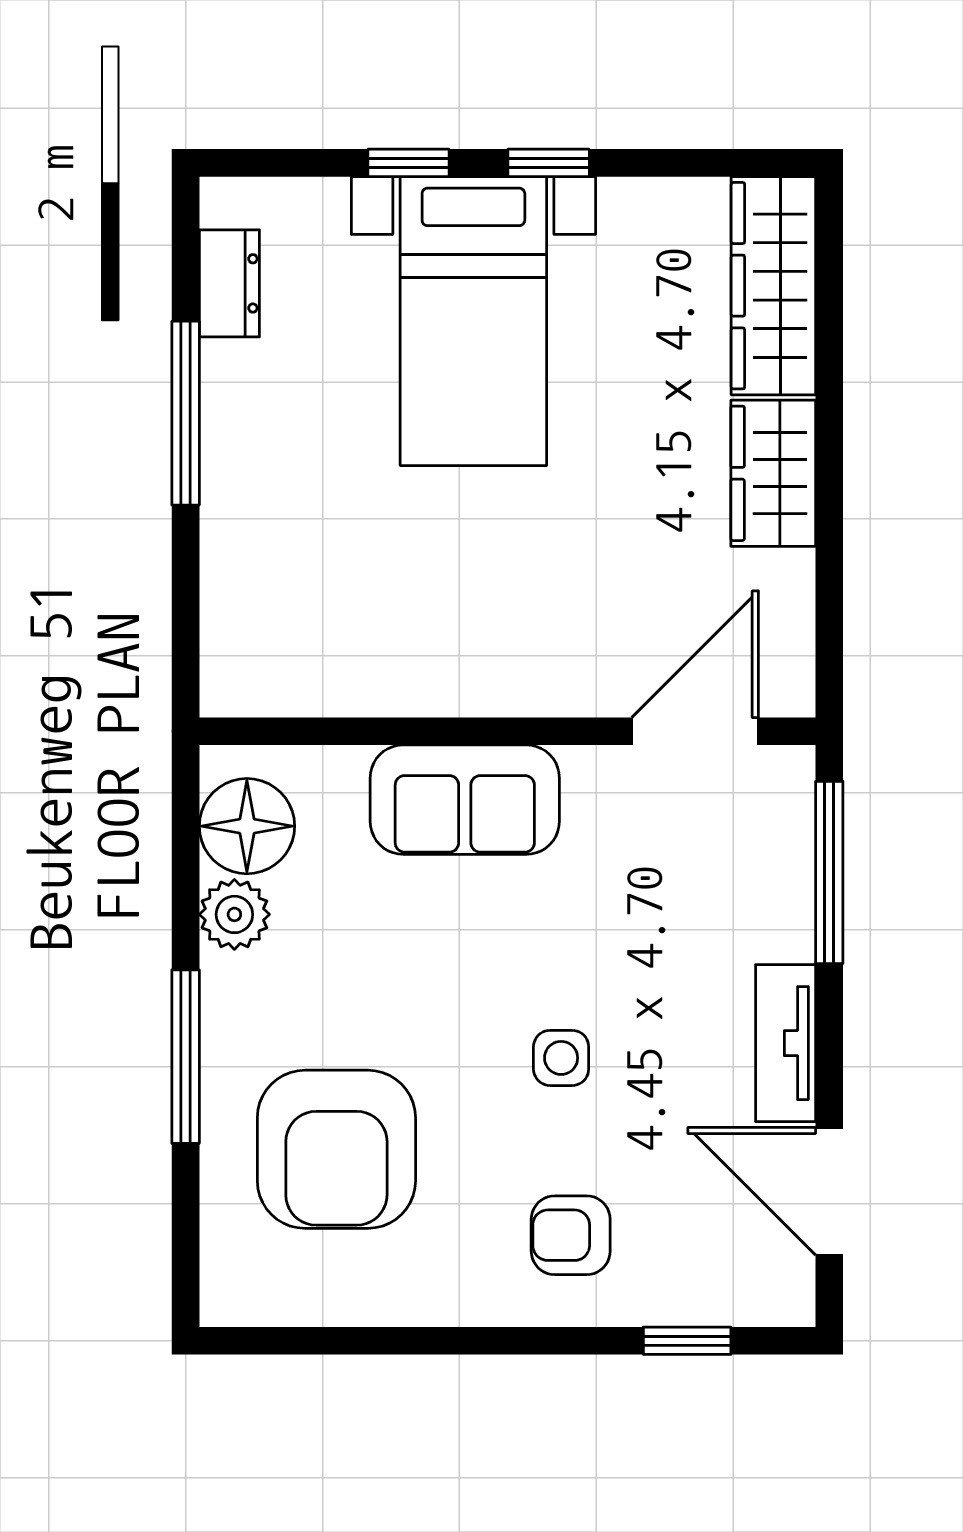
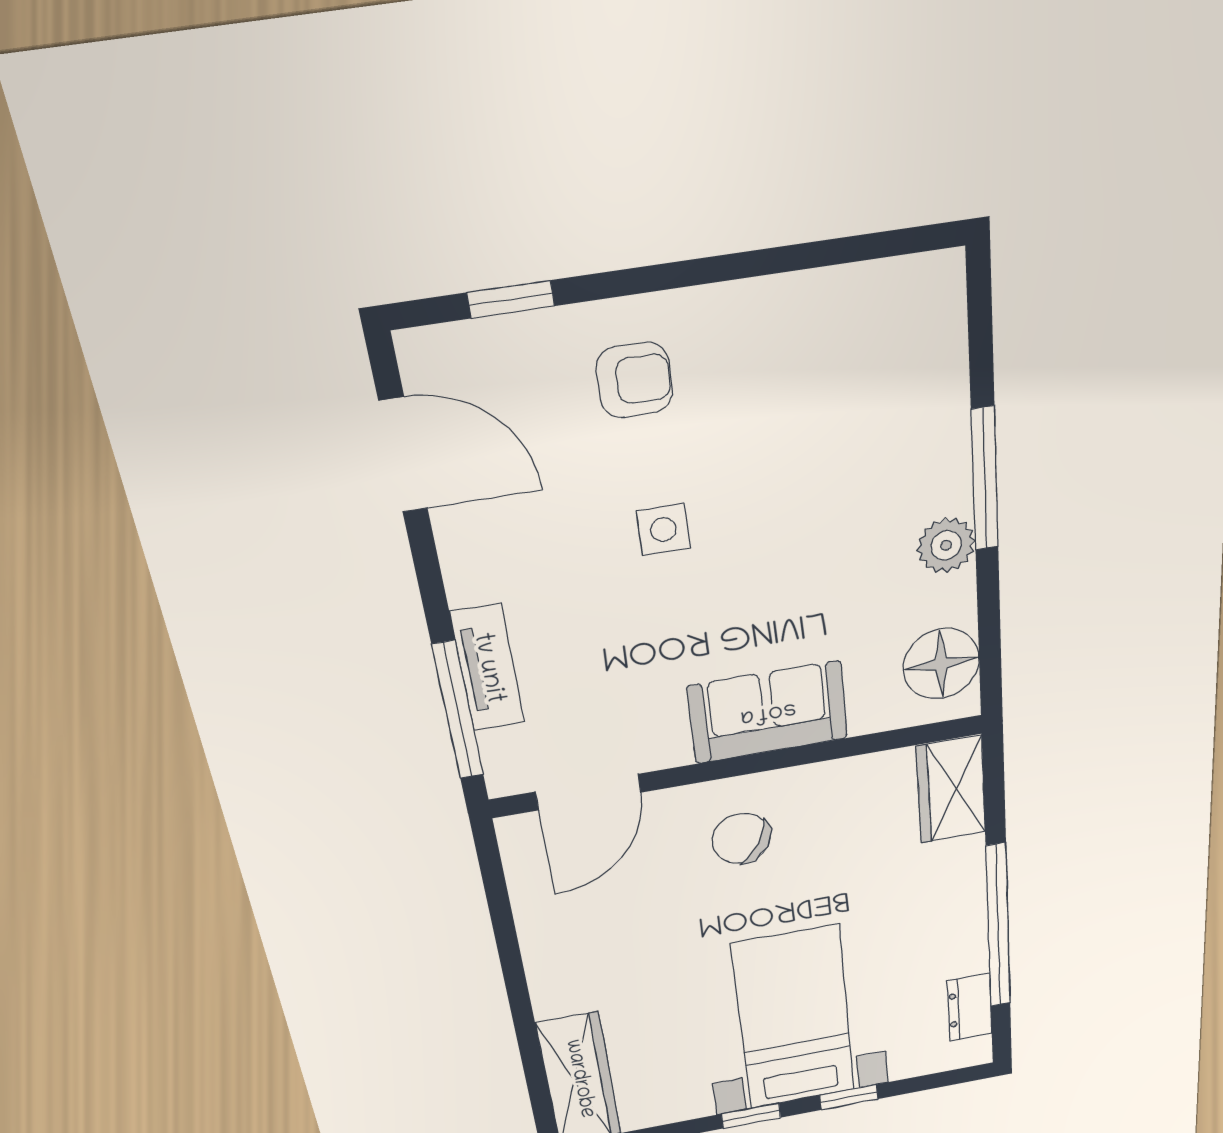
window: (186, 413) -> (998, 926), width x1.46
wardrobe: (773, 473) -> (951, 790), moved, turned 180
chair: (515, 625) -> (741, 838), added
plant: (234, 914) -> (946, 545), moved
tv unit: (786, 1043) -> (487, 668), moved
armchair: (336, 1149) -> (852, 423), removed

